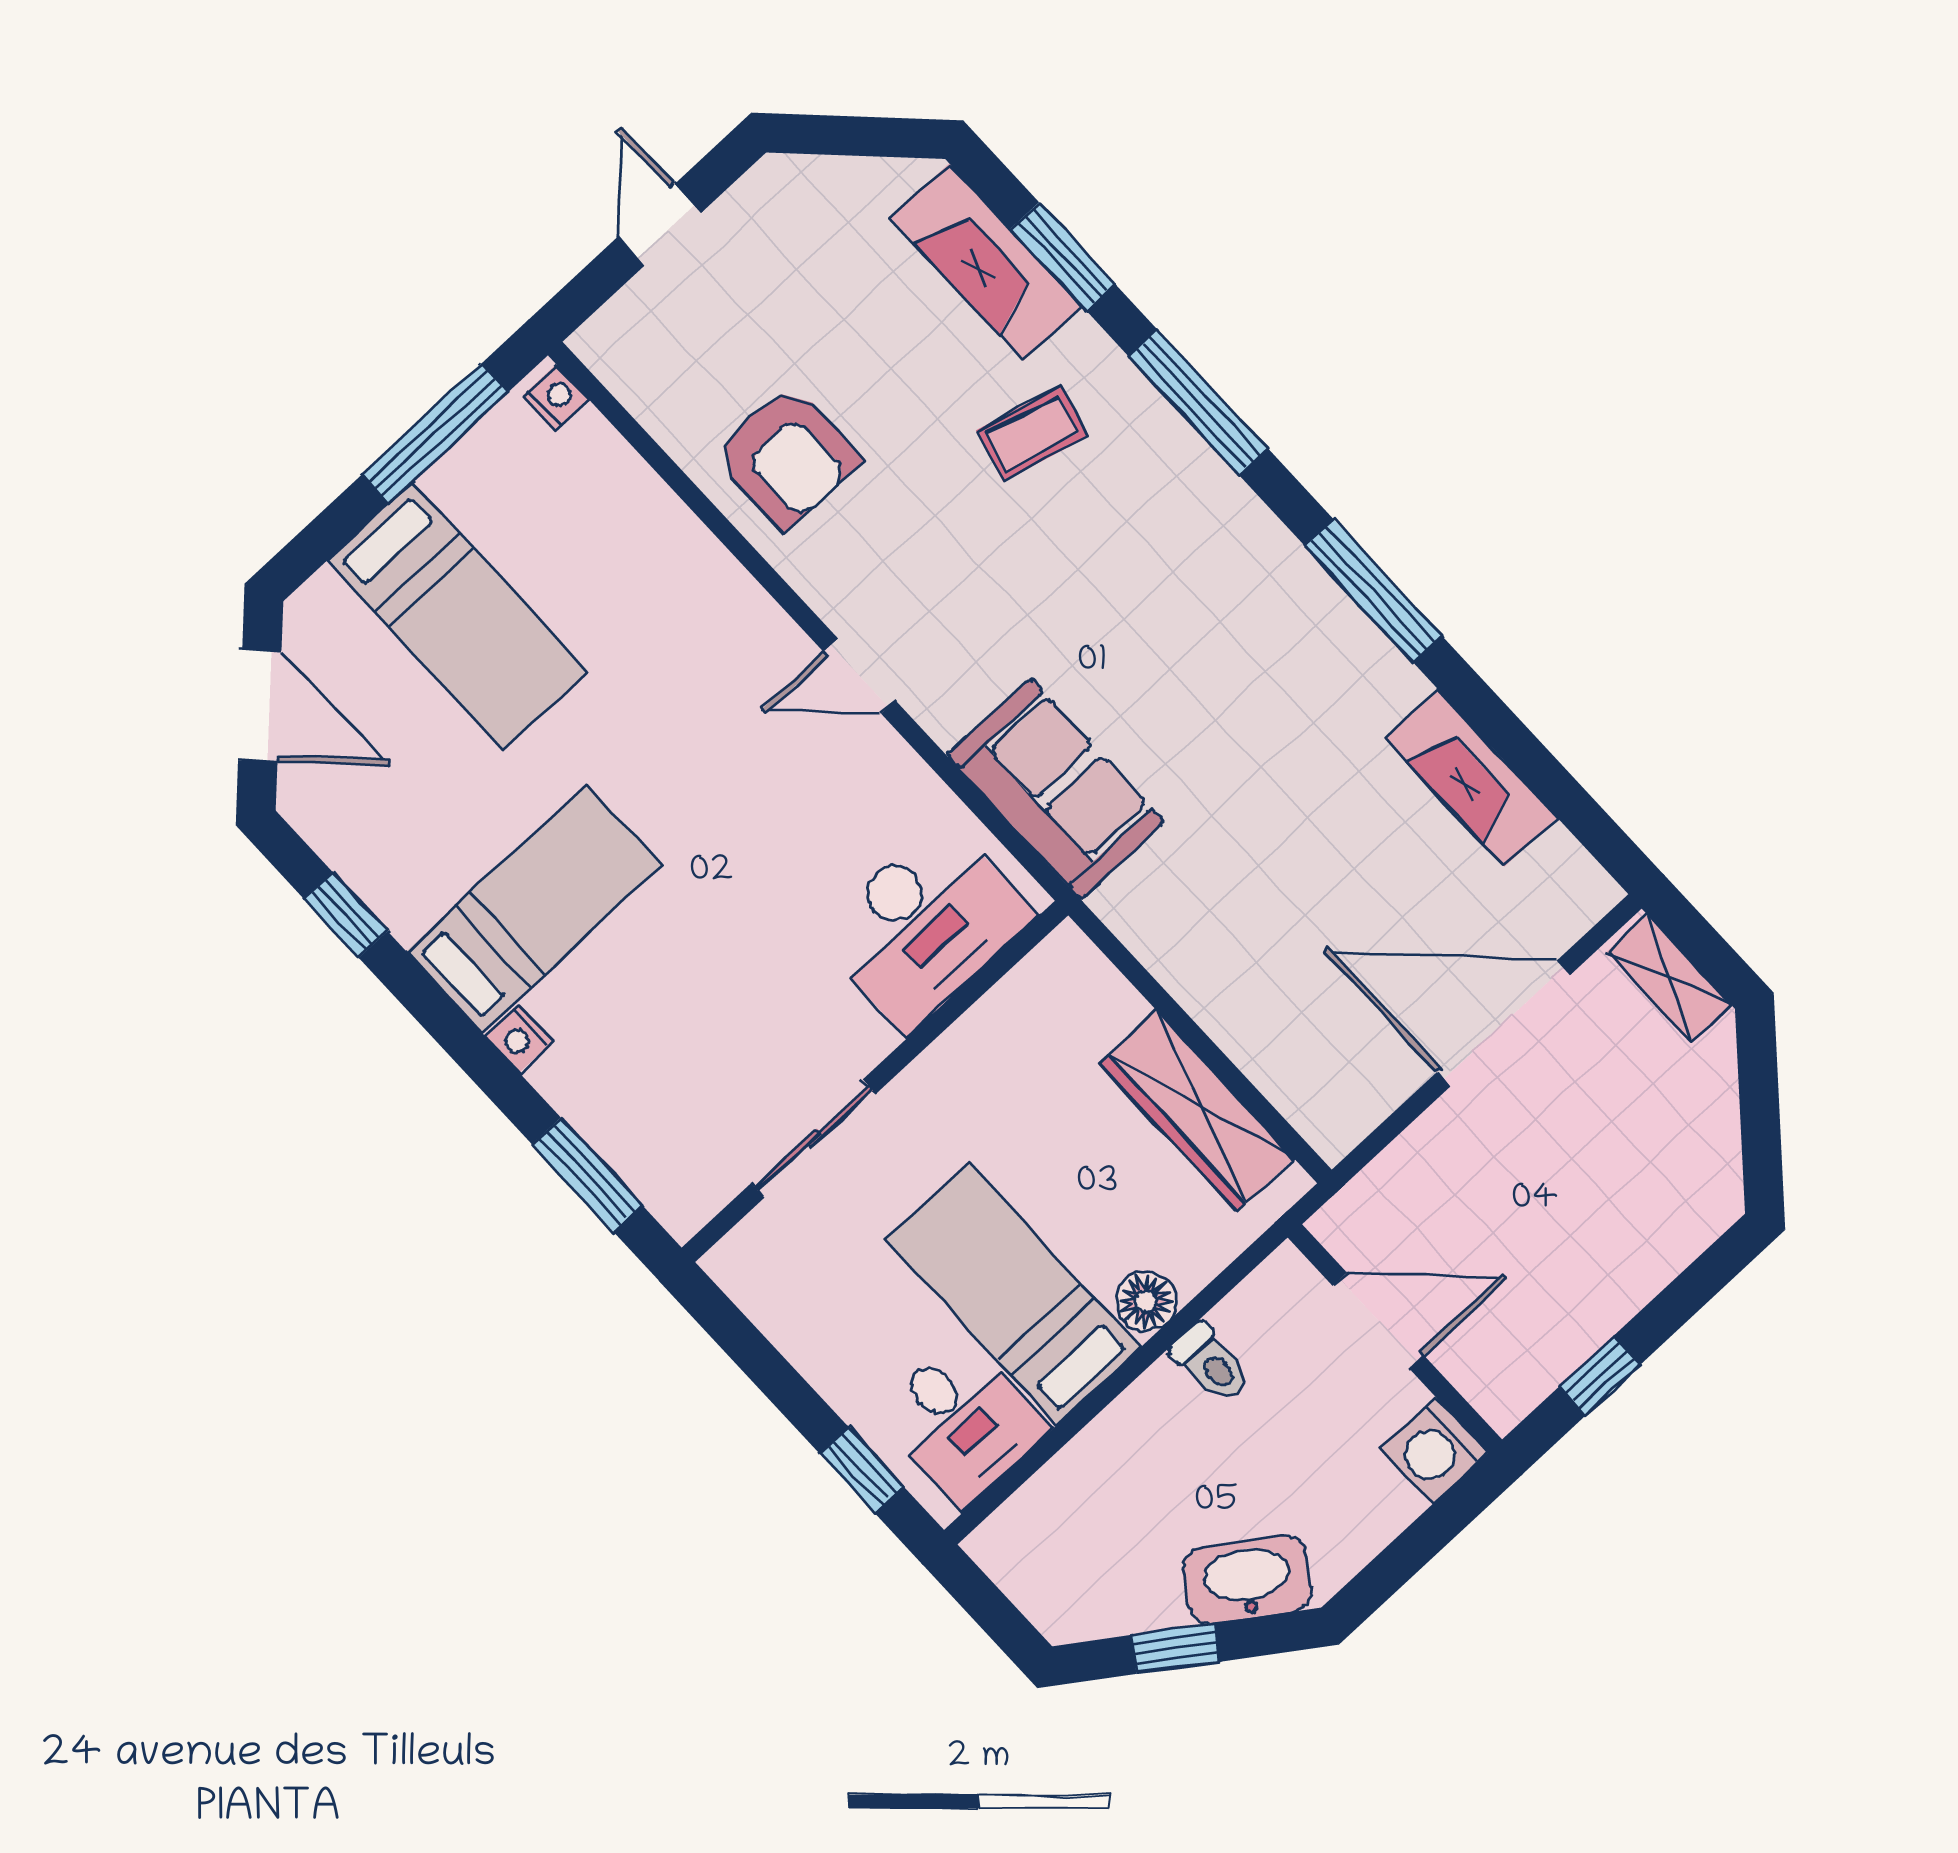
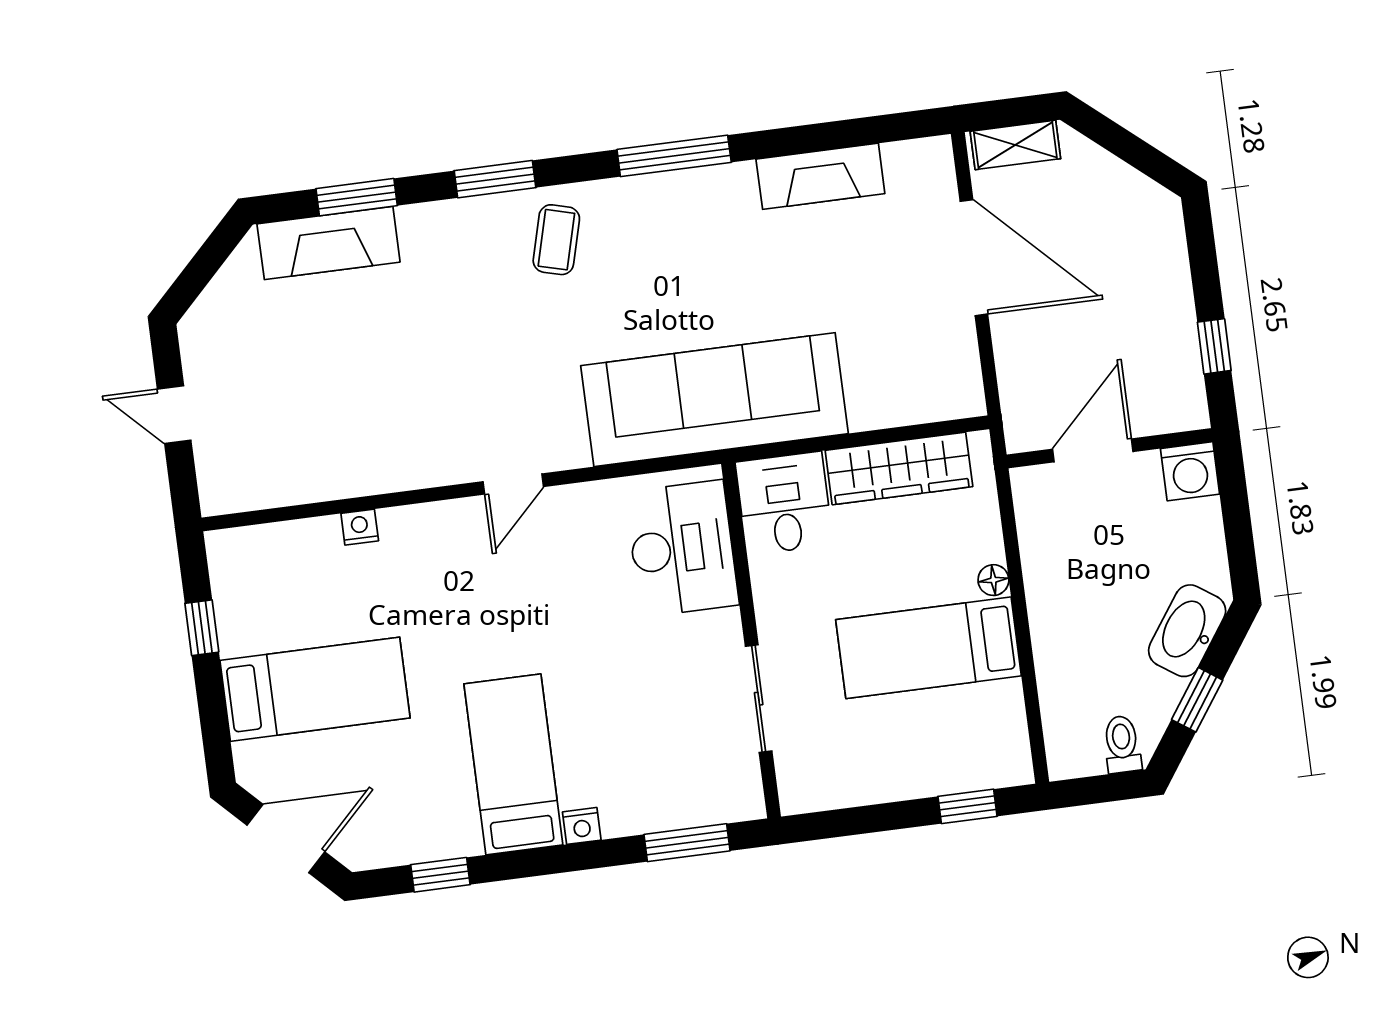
nightstand: (556, 398) -> (360, 527), moved
window: (1198, 402) -> (495, 179), width x0.69
window: (435, 433) -> (202, 628), width x0.46
coffee table: (1032, 433) -> (556, 240), moved
armchair: (787, 456) -> (358, 436), removed
sofa: (1056, 789) -> (715, 400), width x1.85, depth x1.27
door: (1504, 1023) -> (974, 258), swing flipped
floor lamp: (1146, 1301) -> (993, 580), width x0.73, depth x0.73
toilet: (1211, 1363) -> (1122, 744), moved, turned -90
desk: (962, 1421) -> (784, 503), moved, turned -90

